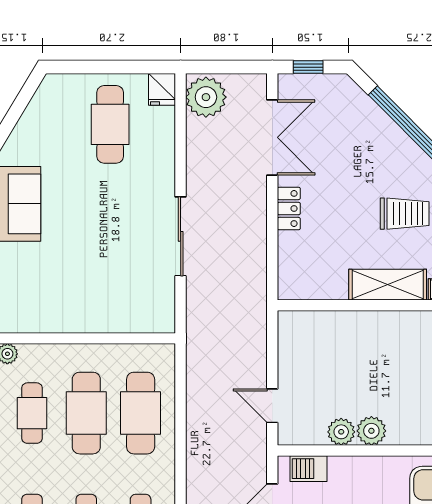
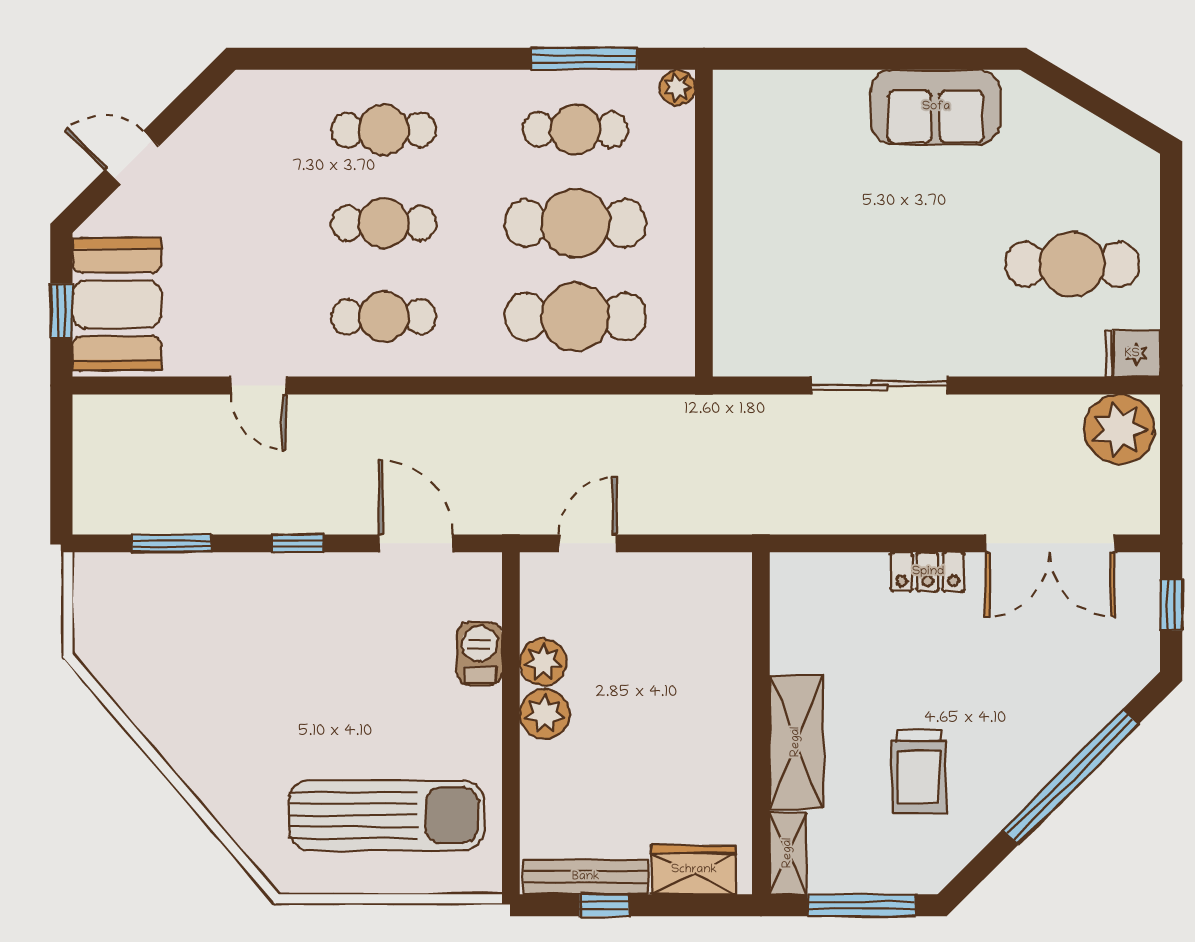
barbecue: (308, 469) -> (480, 654), moved

